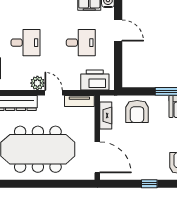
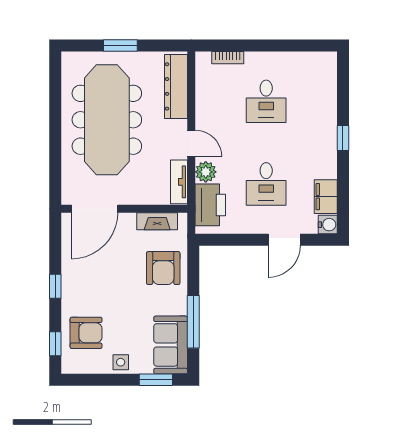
plant: (37, 83) -> (206, 172), moved
door: (54, 93) -> (191, 143), hinge flipped
armchair: (137, 111) -> (163, 268), turned -90

